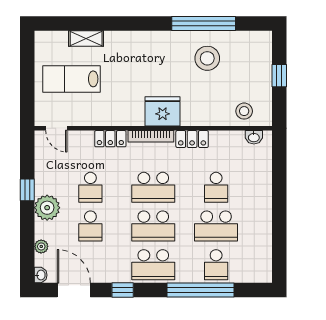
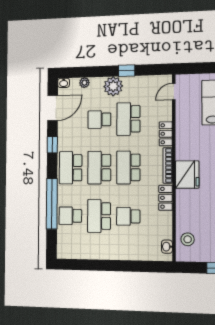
school desk: (90, 187) -> (128, 119), width x1.85

